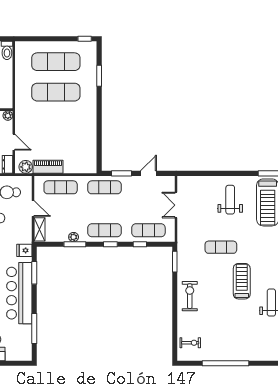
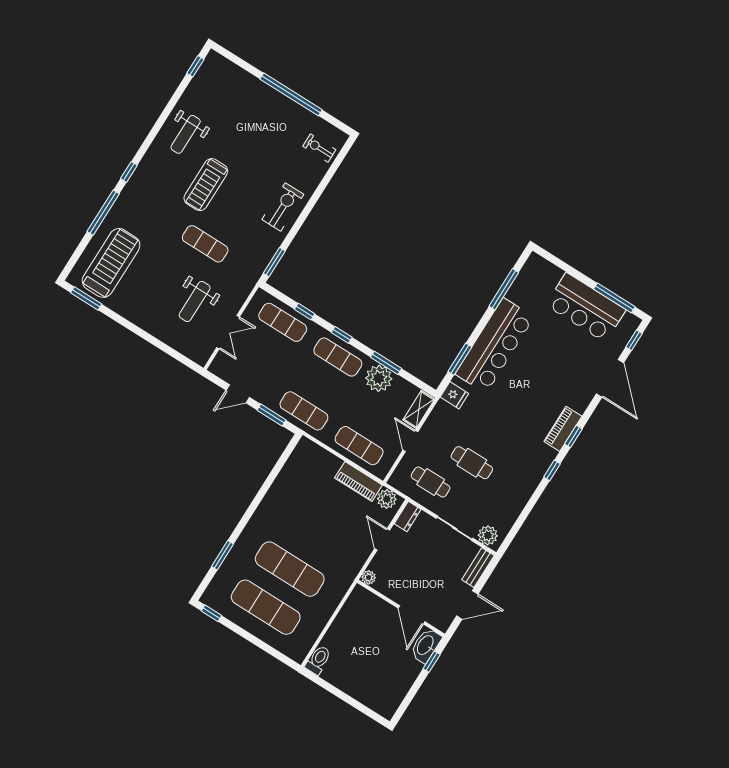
weight bench: (230, 200) -> (195, 301), moved
plant: (74, 237) -> (379, 378), width x1.88, depth x1.88
exercise bike: (190, 296) -> (283, 207), turned 180

